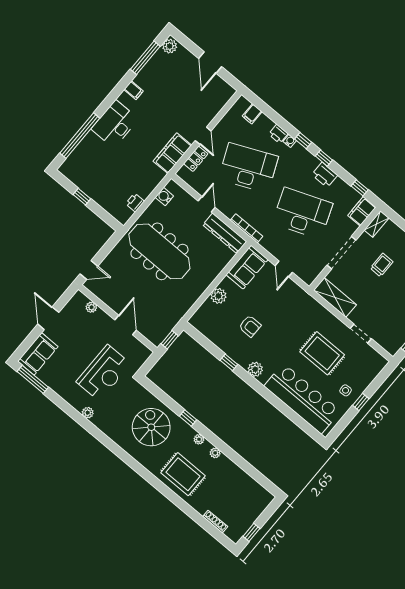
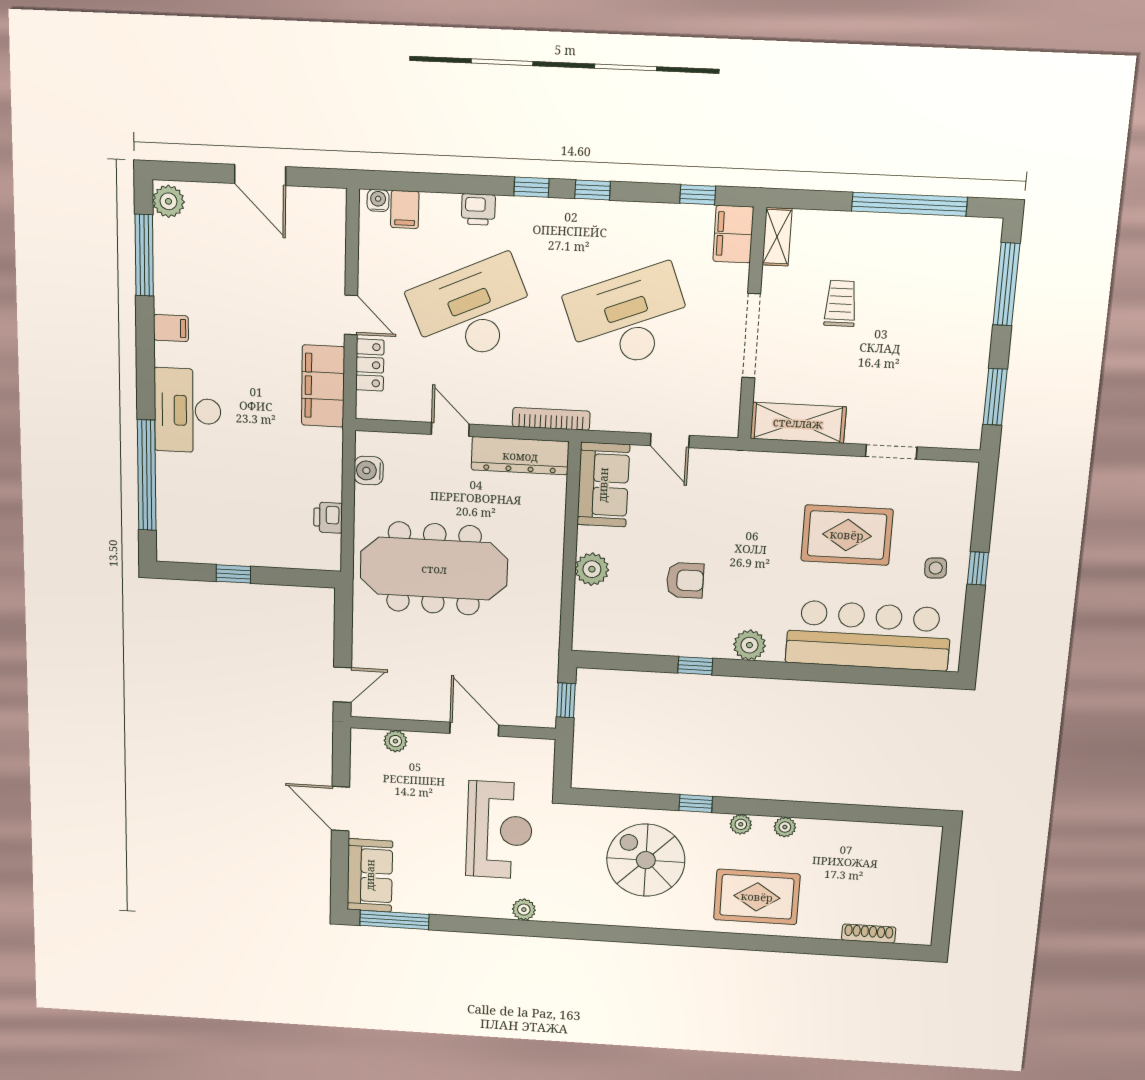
water cooler: (290, 141) -> (378, 200), moved
printer: (325, 175) -> (617, 220), removed
window: (251, 532) -> (944, 909), removed

